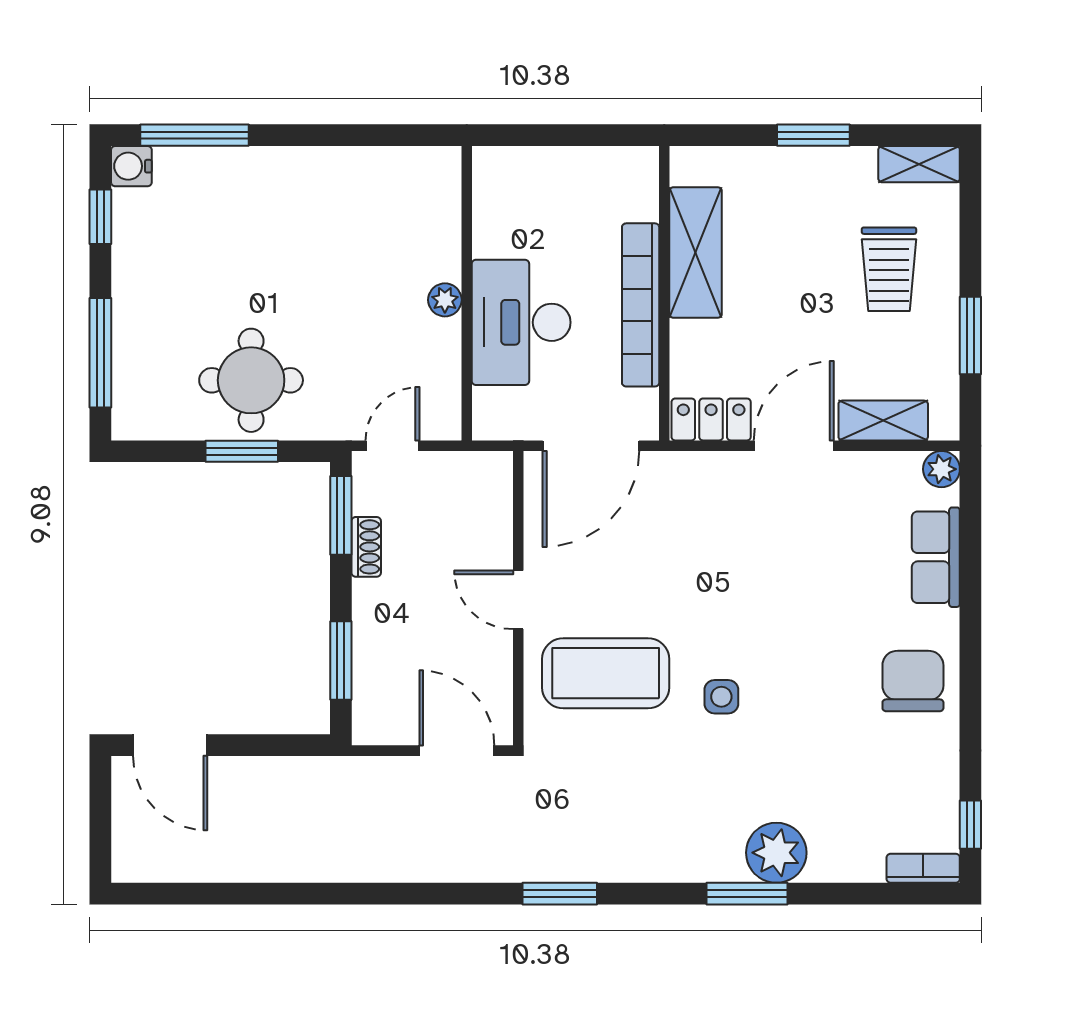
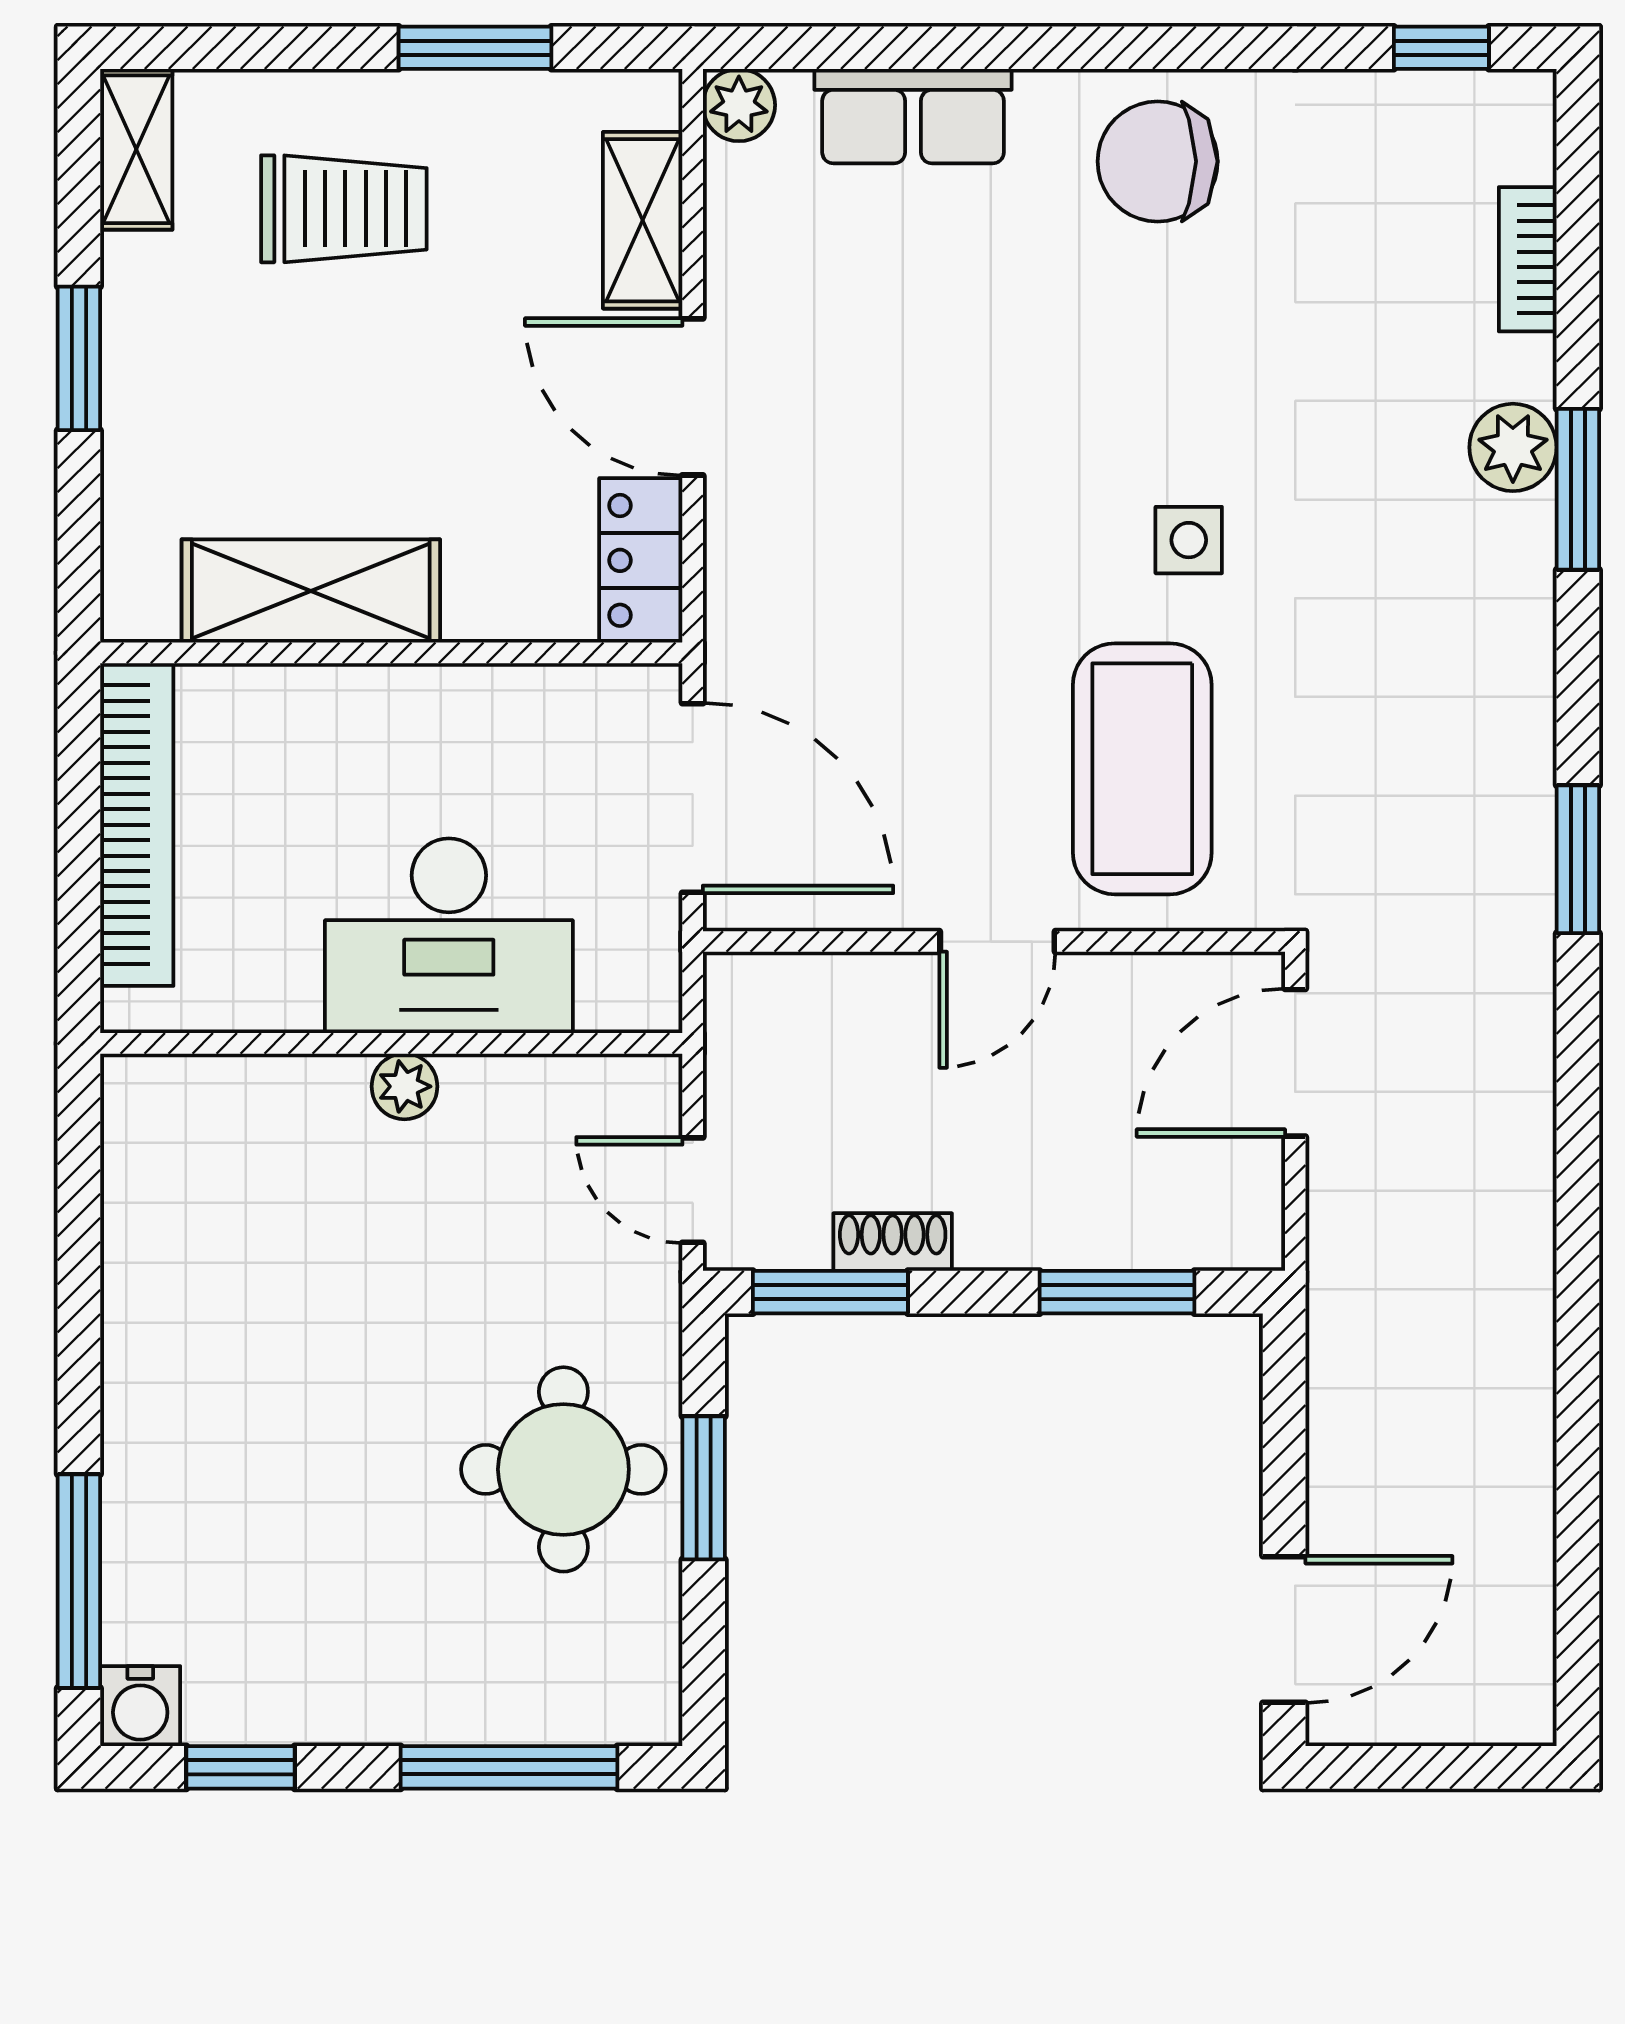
bookcase: (641, 305) -> (137, 825), moved, turned -90
plant: (776, 853) -> (1513, 447), width x0.73, depth x0.73
bookcase: (923, 868) -> (1528, 259), moved

